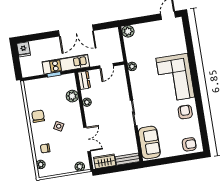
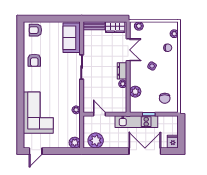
double door: (76, 30) -> (145, 151), moved
plant: (106, 37) -> (96, 140), added
door: (106, 66) -> (99, 114), hinge flipped
corner sofa: (175, 78) -> (38, 113), moved
dresser: (84, 80) -> (122, 71), moved
chair: (38, 116) -> (165, 98), moved
double door: (87, 139) -> (128, 50), swing flipped

